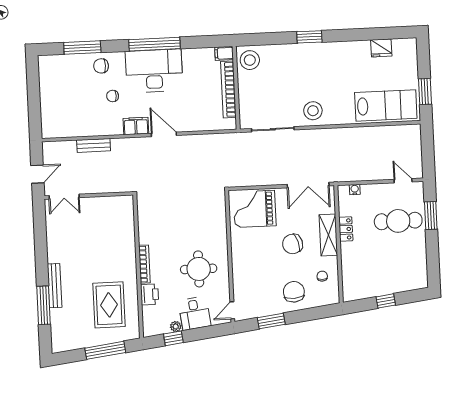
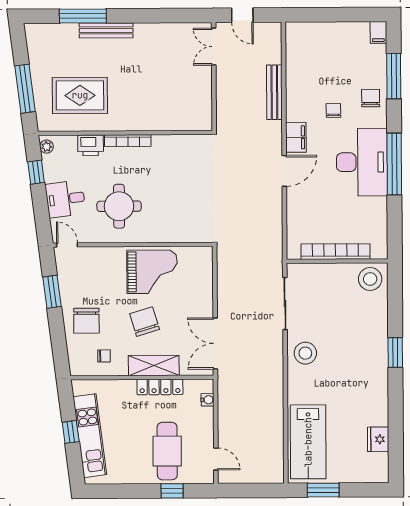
filing cabinet: (224, 53) -> (378, 32), moved, turned 180
bench: (94, 145) -> (274, 92), width x1.36
door: (403, 181) -> (216, 459), hinge flipped
grand piano: (255, 209) -> (152, 272), moved, turned 90
window: (431, 216) -> (172, 491), width x0.67
locker: (346, 229) -> (160, 387), width x1.53
kitchen unit: (388, 285) -> (90, 436), added
chair: (294, 292) -> (86, 321), turned 93
plant: (176, 326) -> (47, 147), moved

